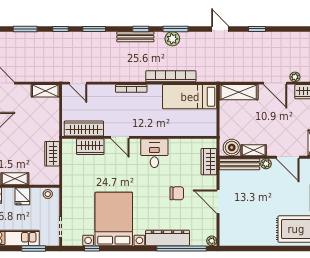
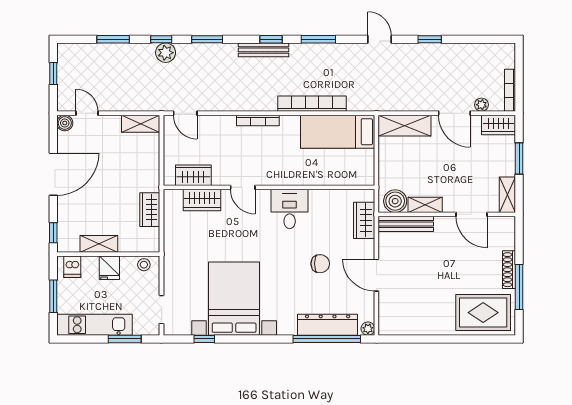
plant: (172, 39) -> (166, 53), moved
wardrobe: (84, 128) -> (193, 175), width x0.67
plant: (266, 164) -> (442, 223), removed
dresser: (168, 238) -> (328, 325), moved

